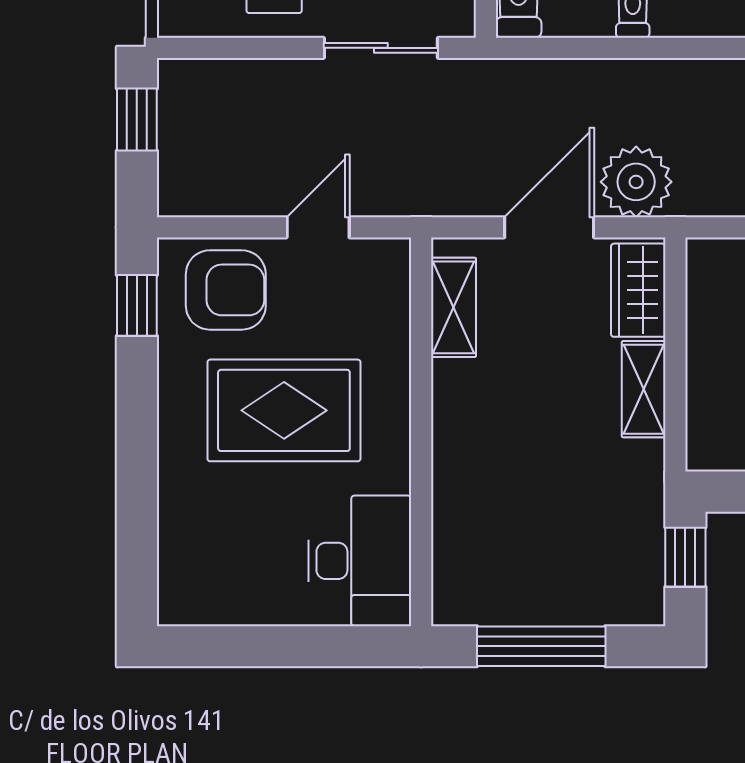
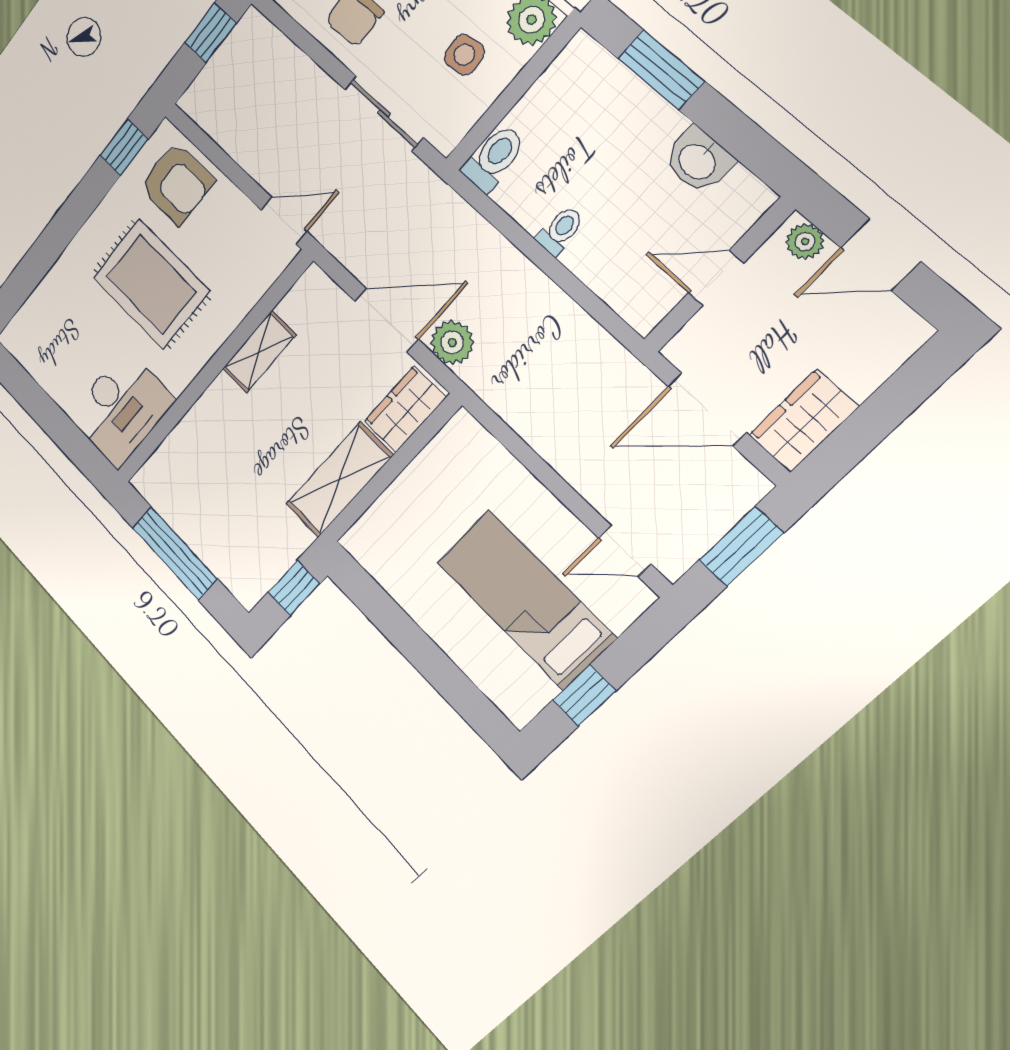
plant: (636, 182) -> (452, 342), width x0.73, depth x0.73
door: (318, 227) -> (284, 221), moved
shelving: (453, 307) -> (259, 352), moved
shelving: (644, 389) -> (339, 480), width x1.50, depth x1.33

